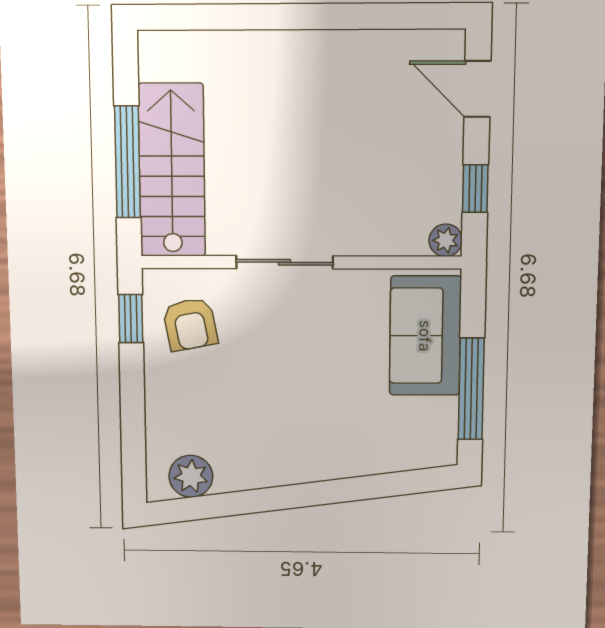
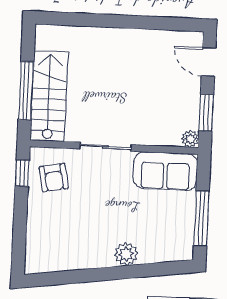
window: (475, 189) -> (206, 113), width x1.50
sofa: (425, 336) -> (165, 171), moved, turned -90
plant: (191, 476) -> (126, 254), moved

